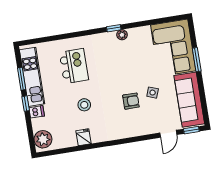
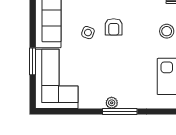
window: (114, 28) -> (120, 111), width x2.17
armchair: (131, 101) -> (114, 27), turned -90

